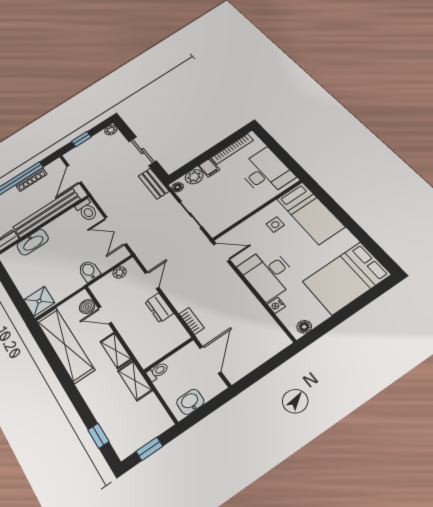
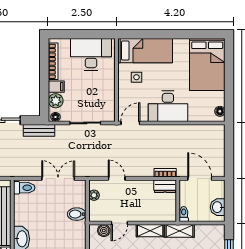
double door: (116, 231) -> (58, 179), swing flipped
nightstand: (276, 305) -> (194, 117), removed
dresser: (159, 308) -> (165, 186), moved

